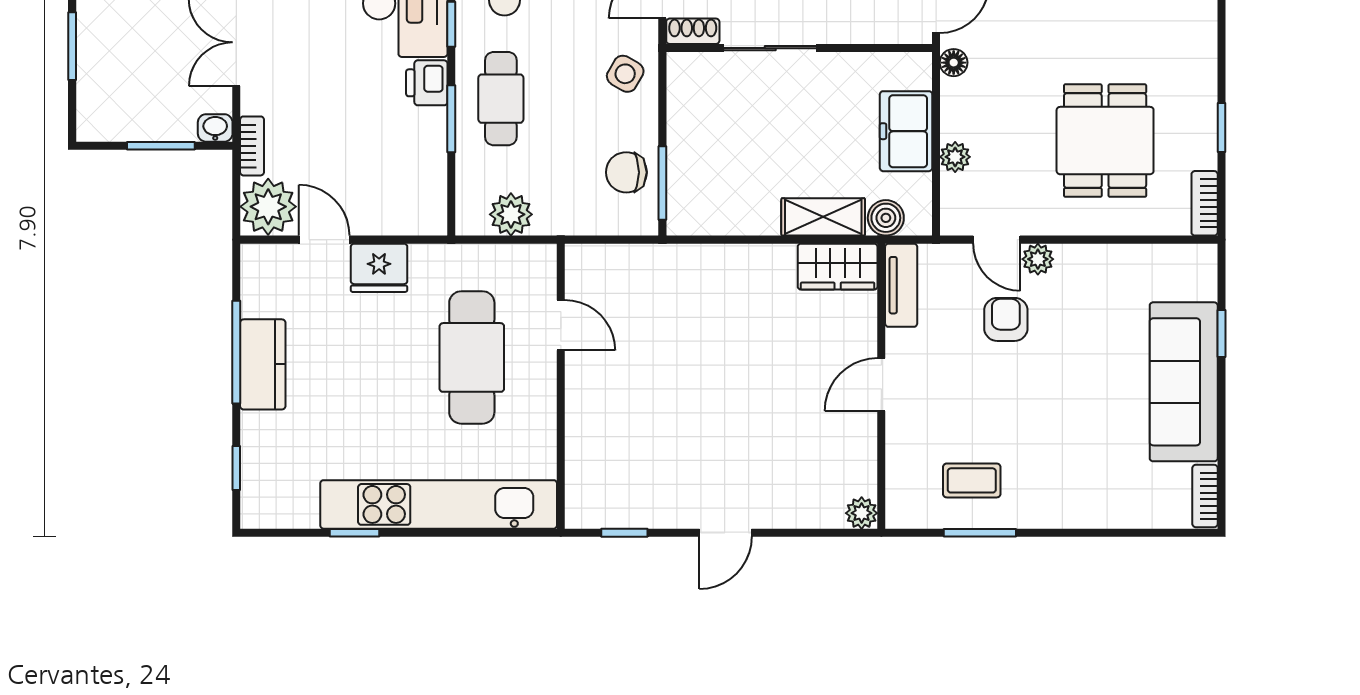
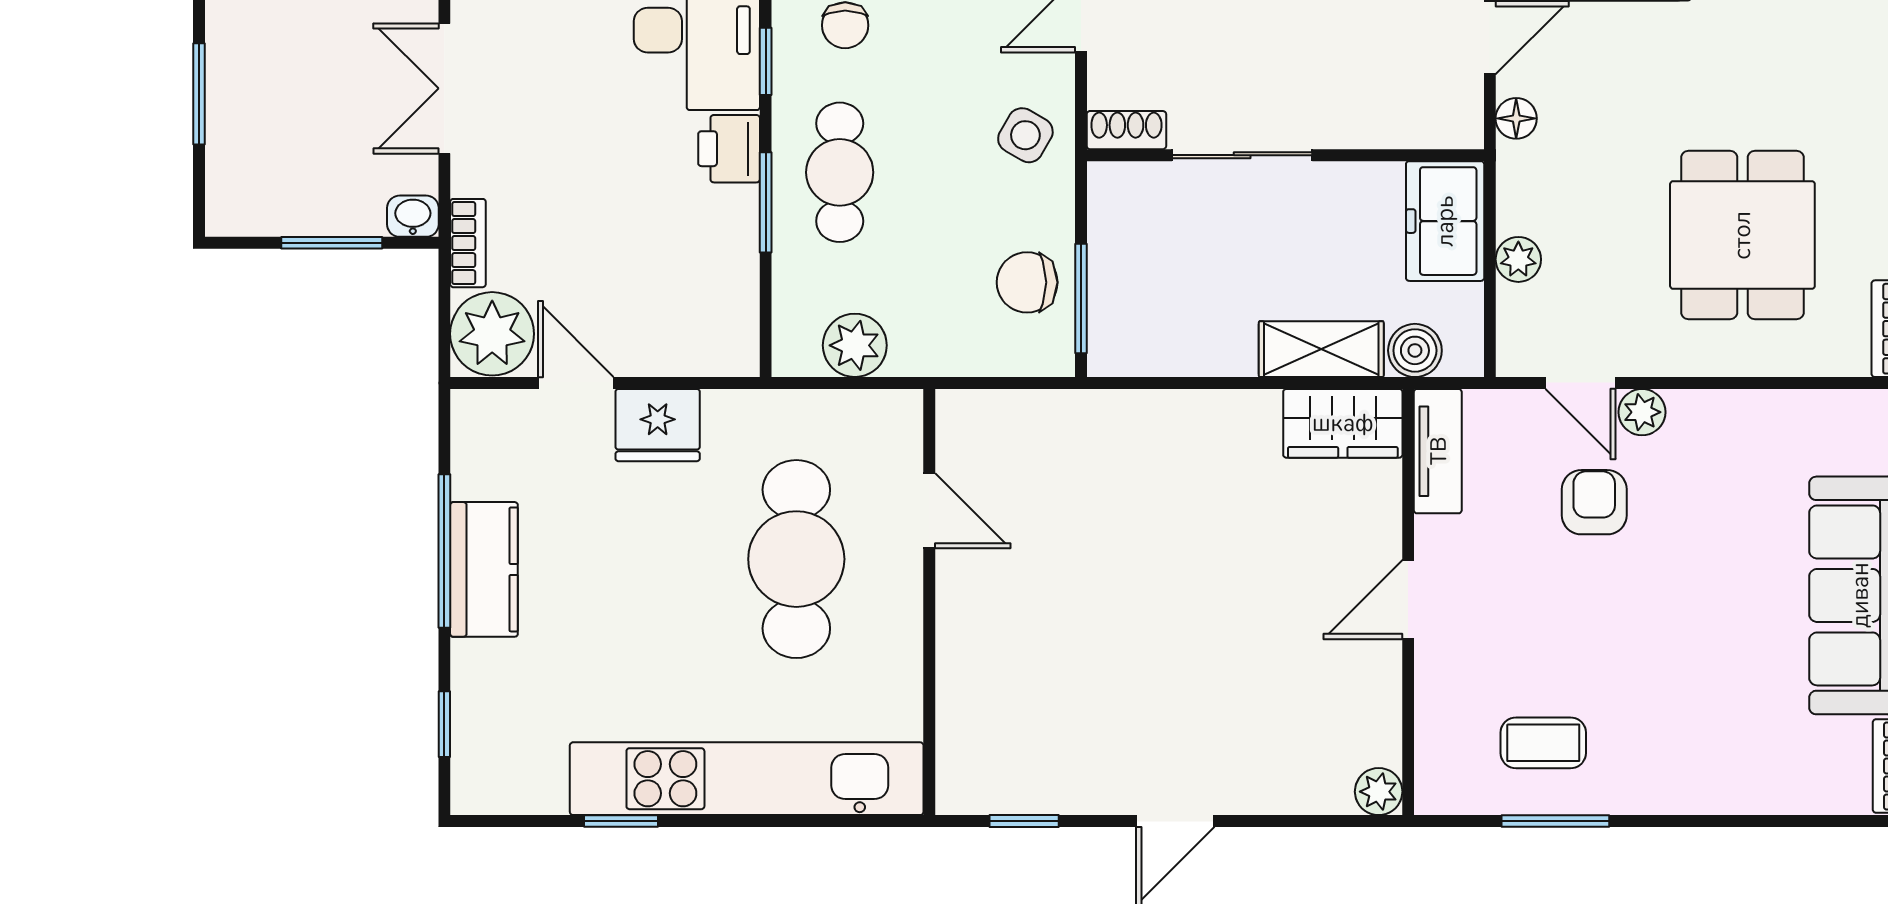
shoe rack: (693, 31) -> (1126, 130), moved
sliding door: (770, 48) -> (1242, 155), moved
wall: (799, 48) -> (1285, 155), moved

